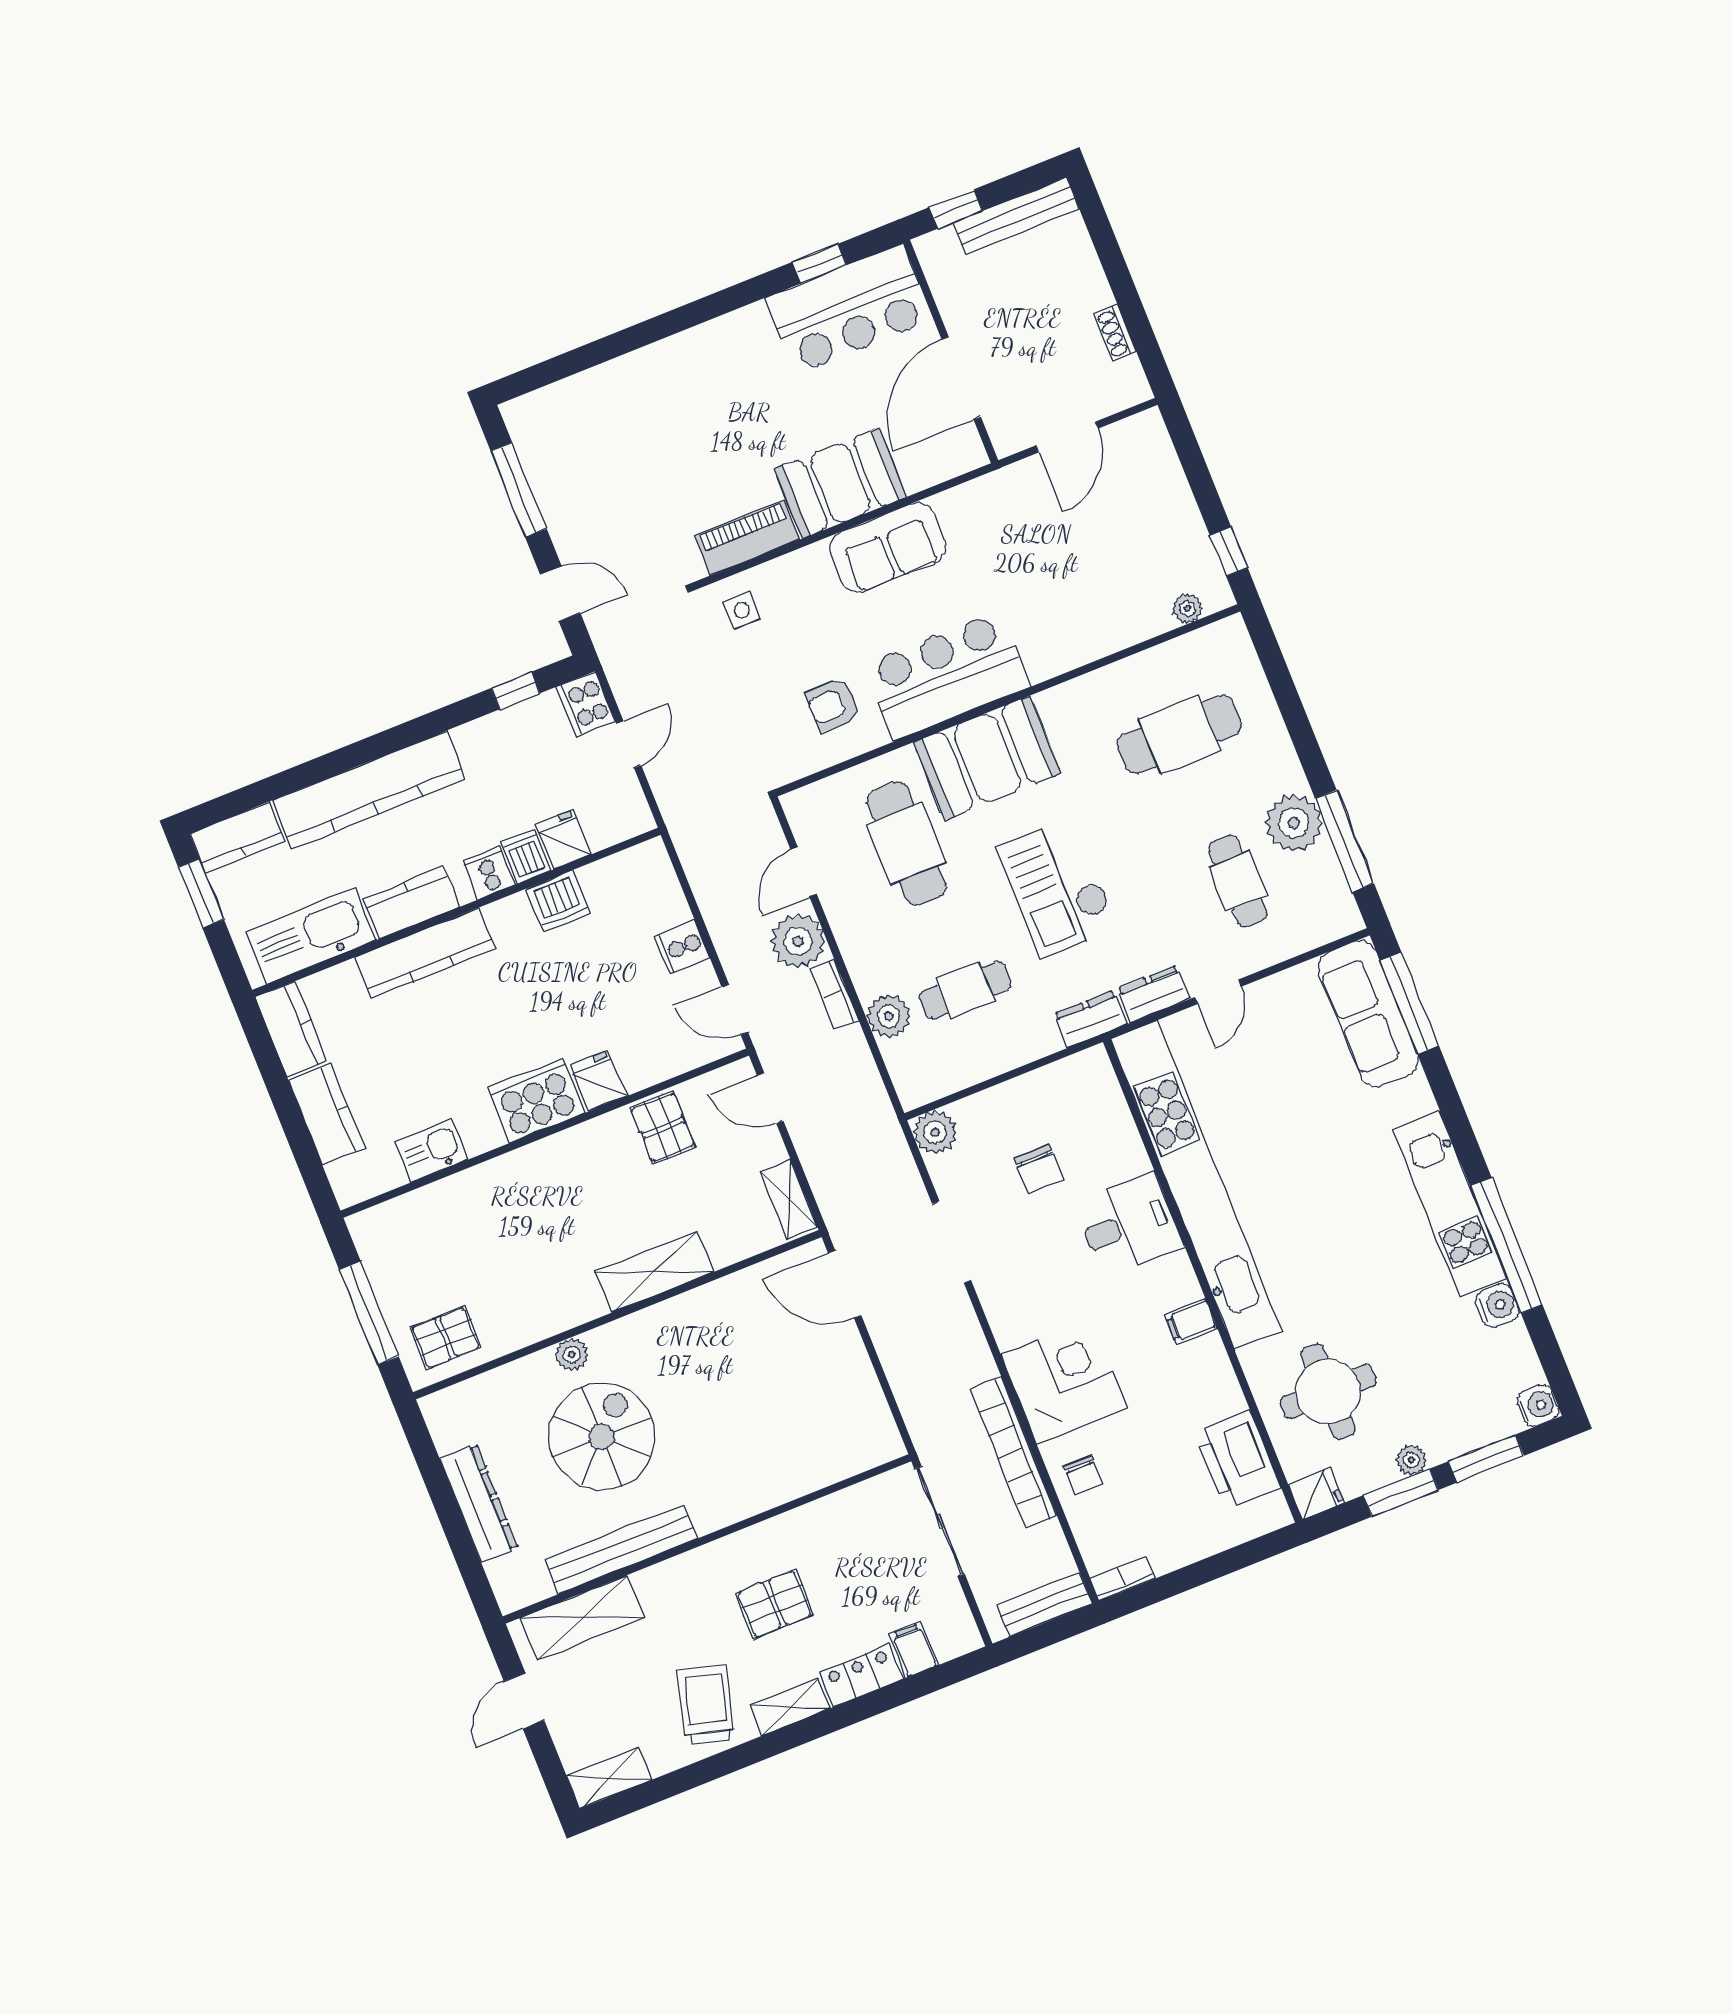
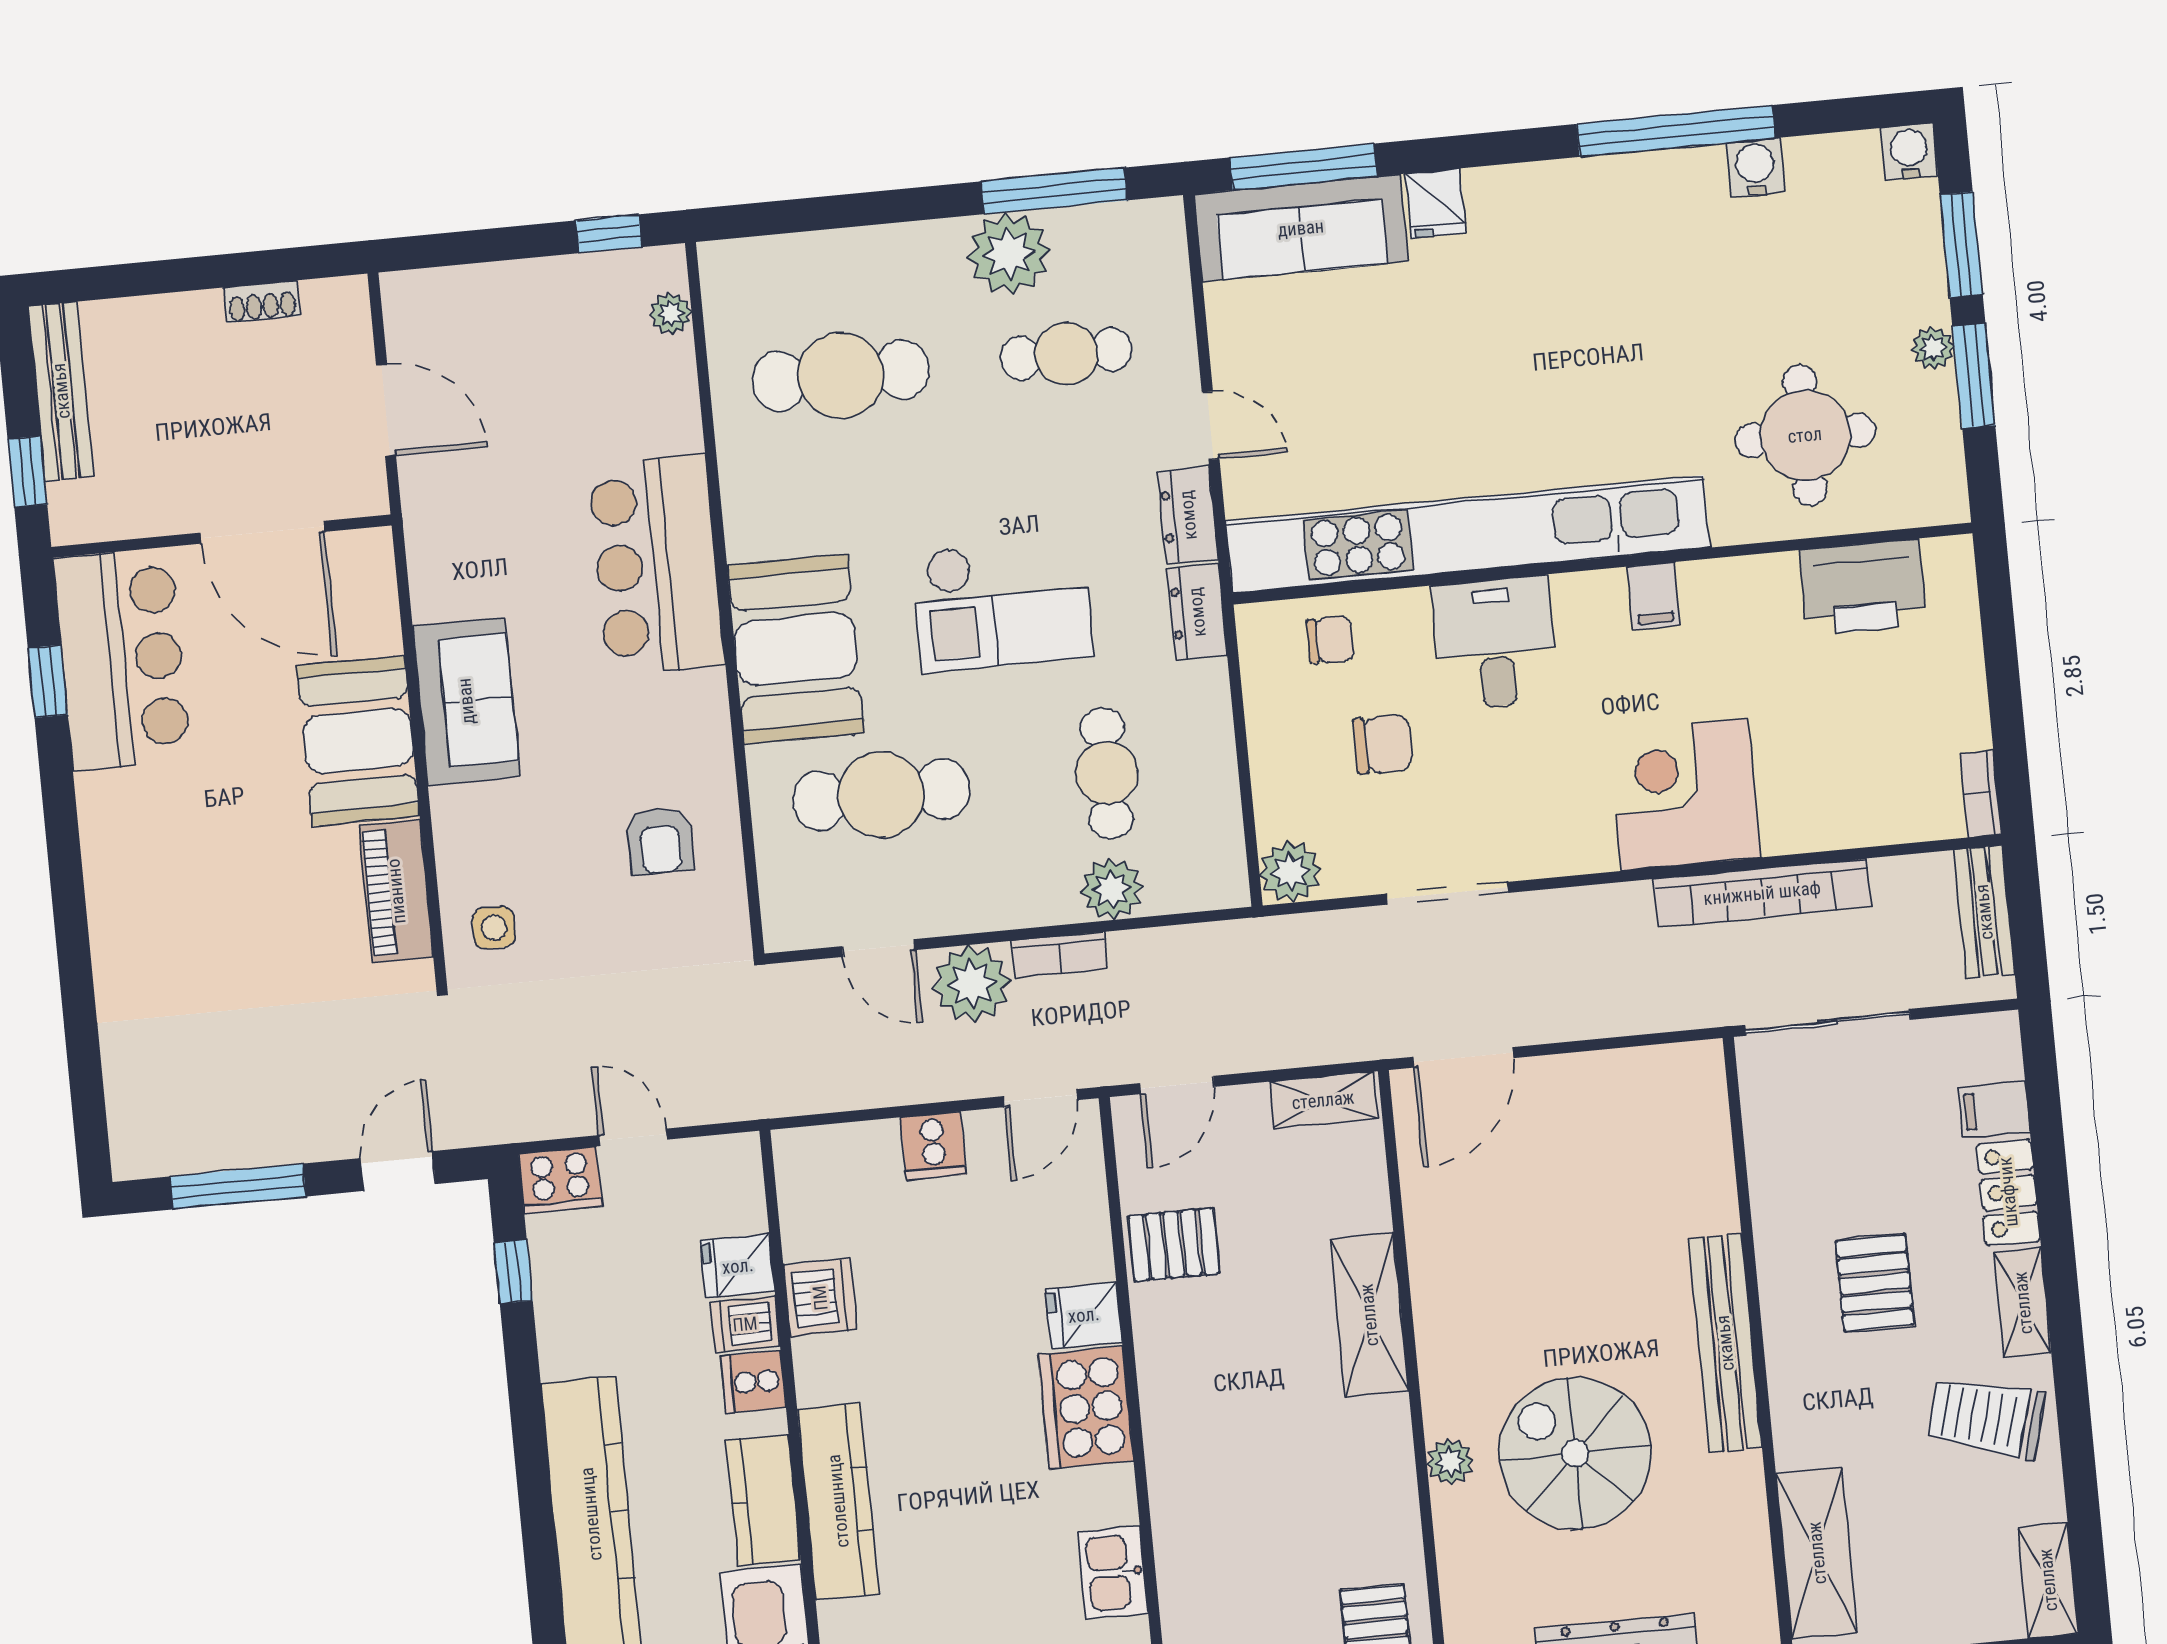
bar counter: (947, 676) -> (656, 565), moved
cafe table: (1179, 734) -> (841, 375), turned 90
kitchen unit: (1450, 1204) -> (1596, 192), removed
chair: (1083, 1475) -> (1330, 640), moved
fridge: (1316, 1494) -> (1436, 203), moved, turned 180
bench: (621, 1549) -> (1725, 1343), moved

